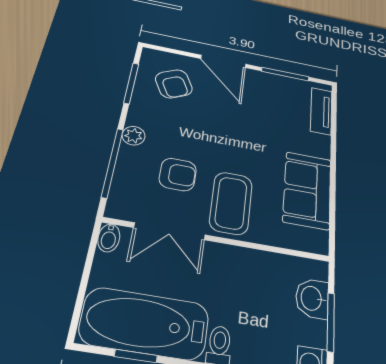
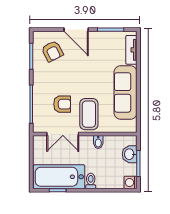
plant: (134, 136) -> (38, 87), removed
sofa: (307, 190) -> (125, 92), width x1.36
bidet: (109, 238) -> (98, 142), moved

